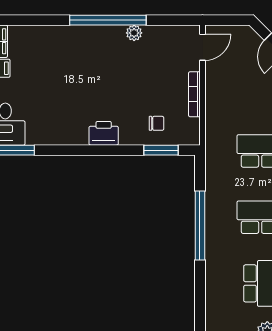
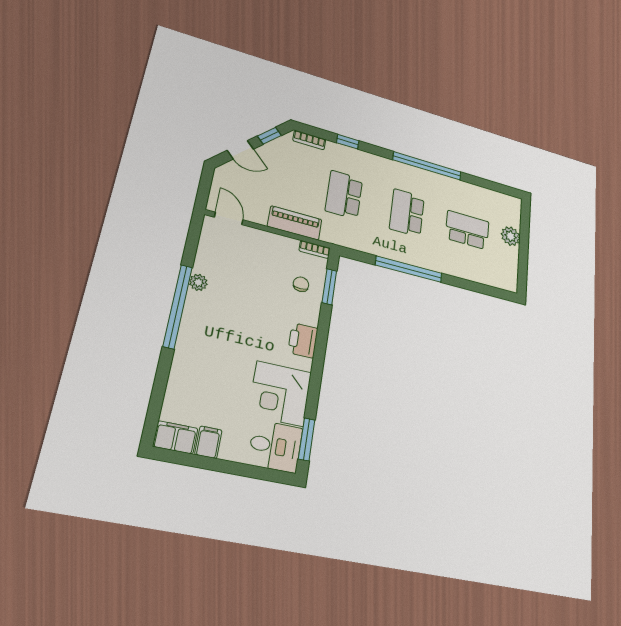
bookcase: (194, 94) -> (315, 250), moved, width x0.64
piano: (216, 108) -> (295, 223), added
corner desk: (51, 121) -> (280, 394), added

